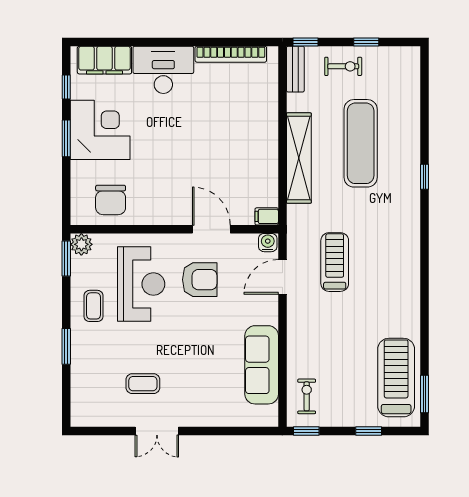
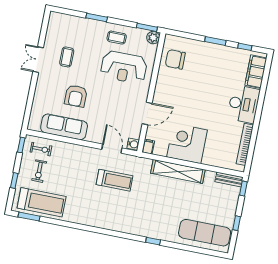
exercise bike: (343, 66) -> (39, 171), moved
corner desk: (100, 130) -> (187, 143), moved, turned 180
exercise mat: (361, 143) -> (205, 233), moved
armchair: (200, 280) -> (76, 96), moved

